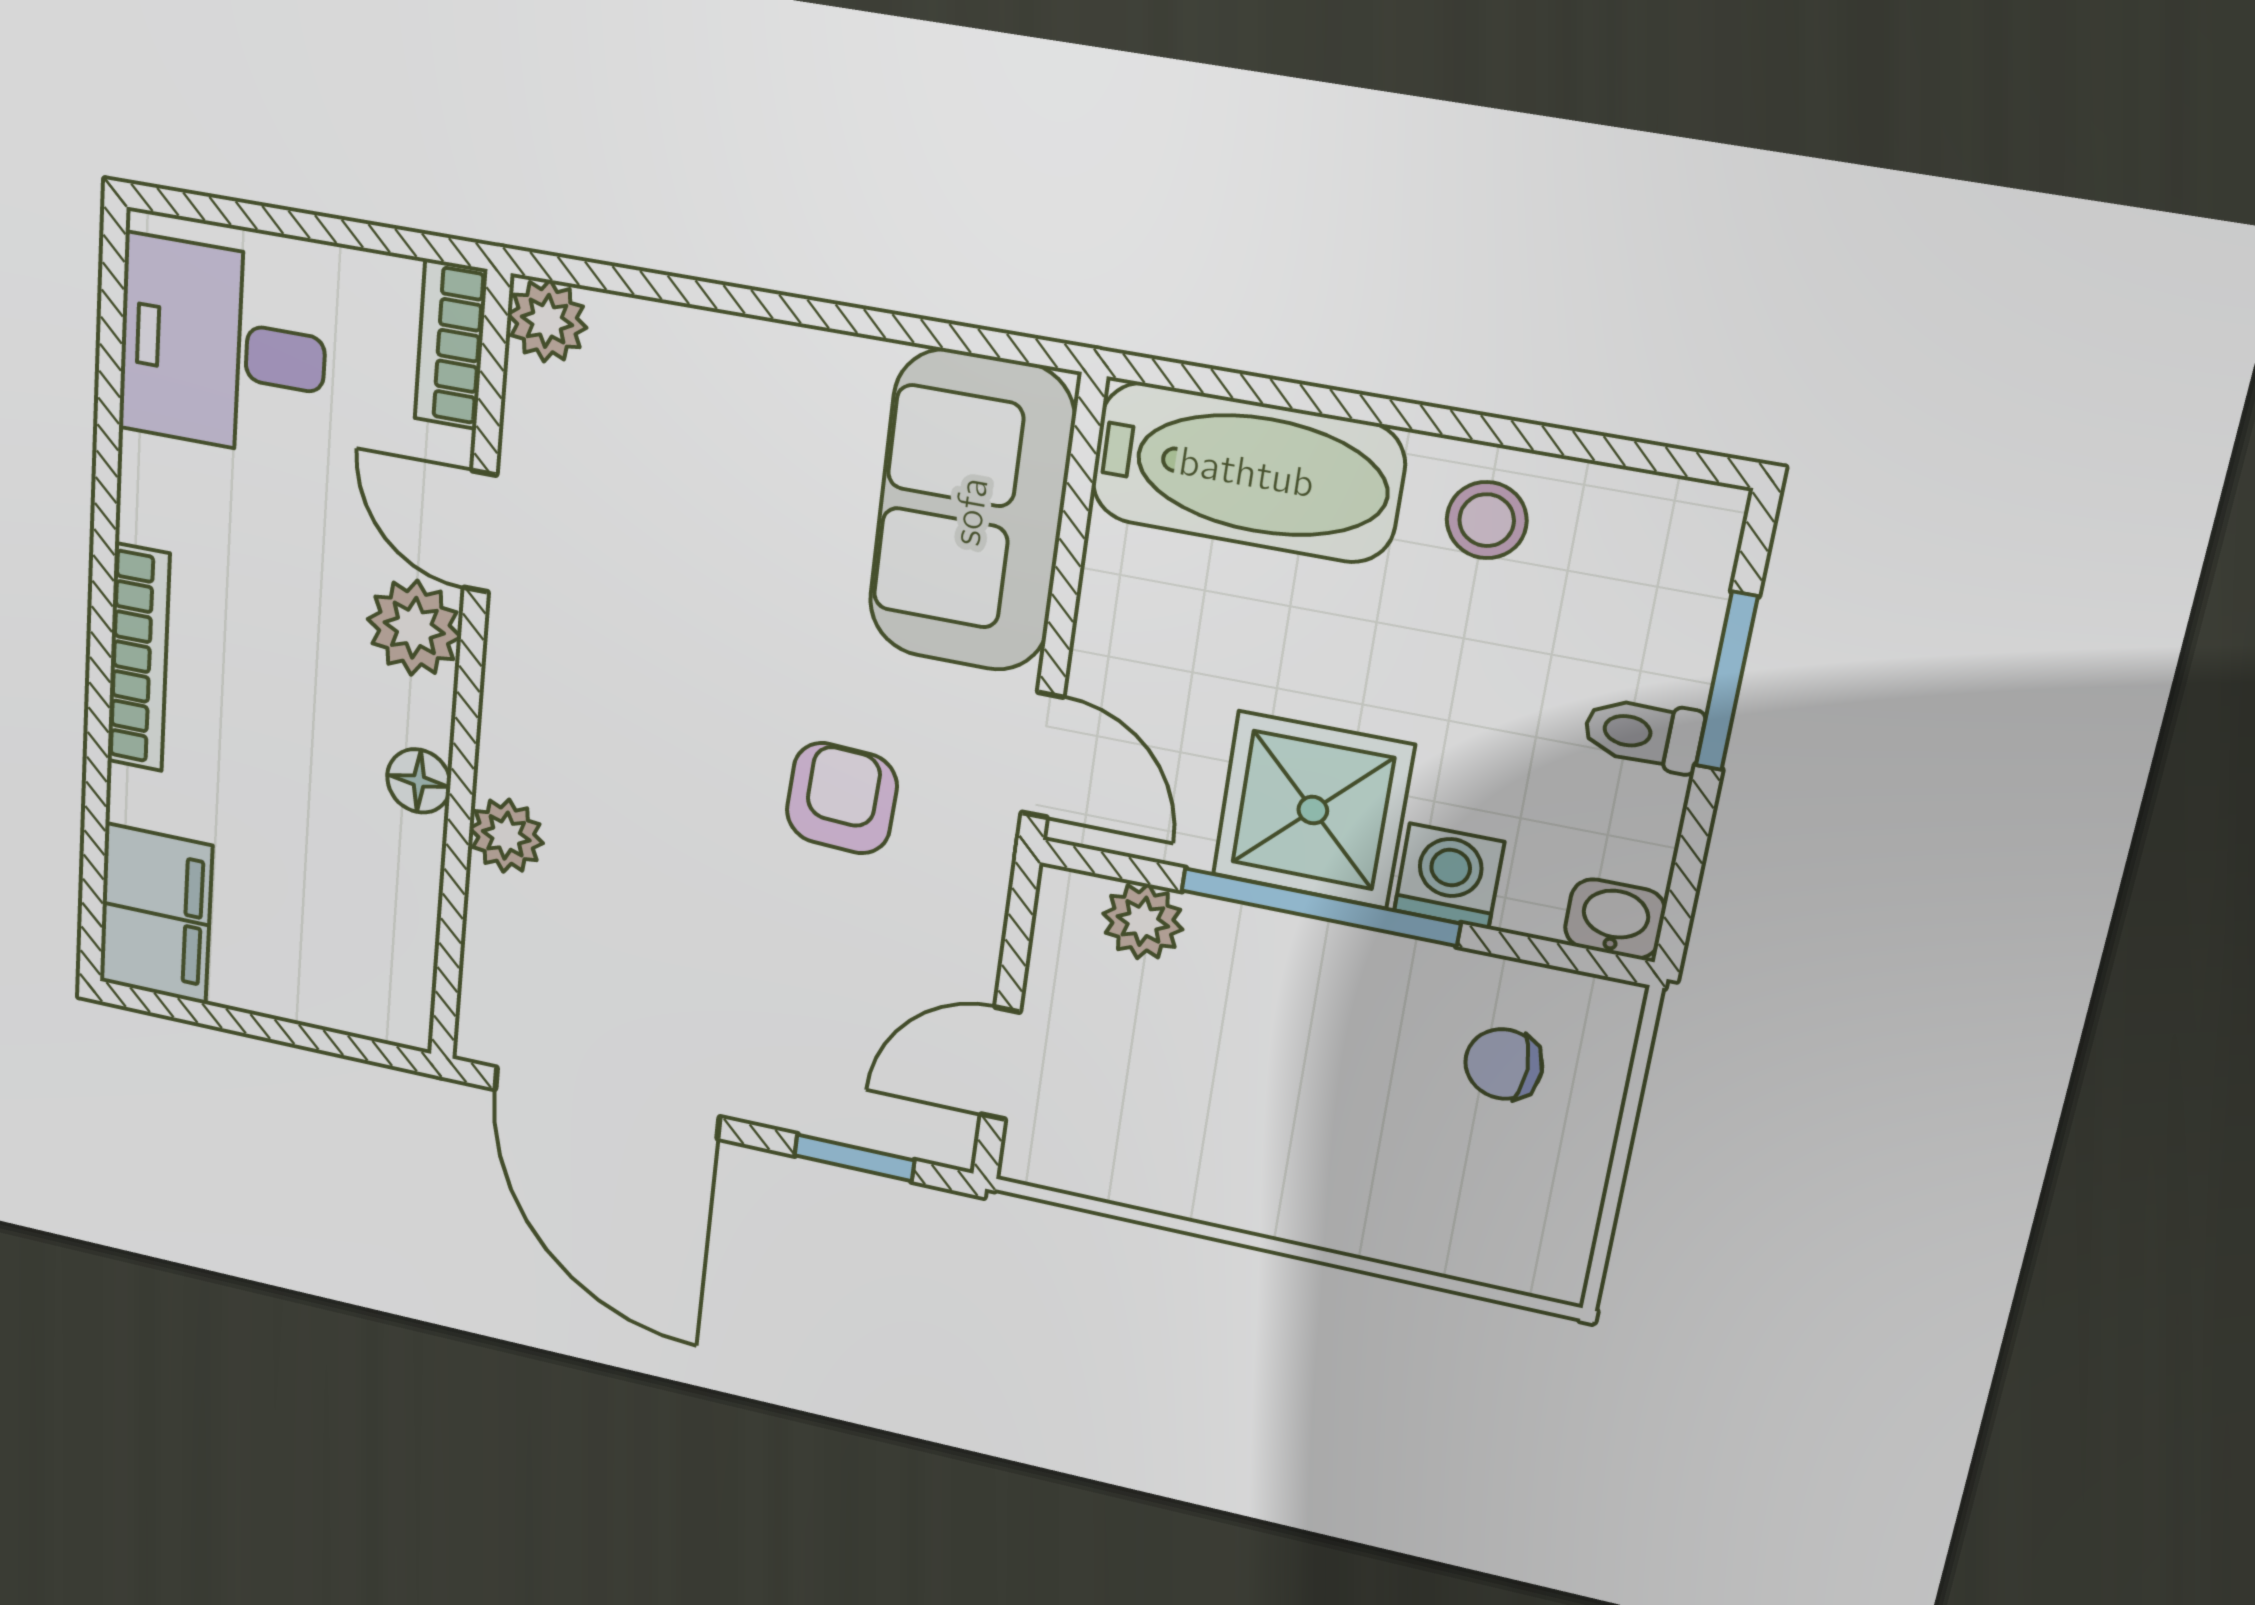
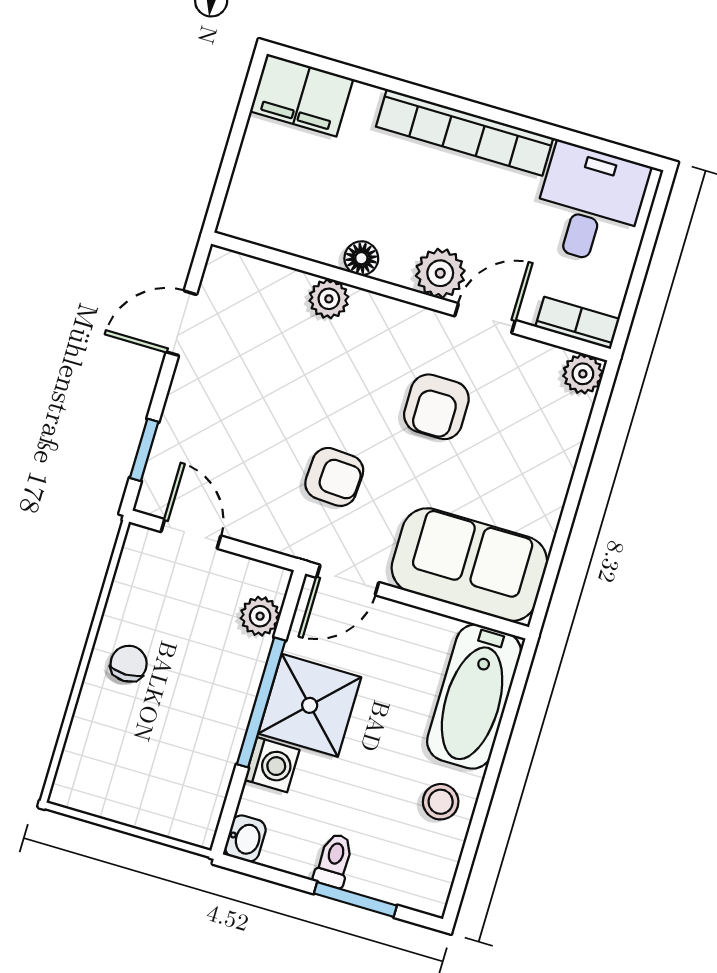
armchair: (668, 610) -> (436, 407), added
bookcase: (138, 658) -> (465, 132), width x1.48, depth x1.31
chair: (1504, 1064) -> (129, 664), moved
door: (606, 1103) -> (181, 323), width x0.53

